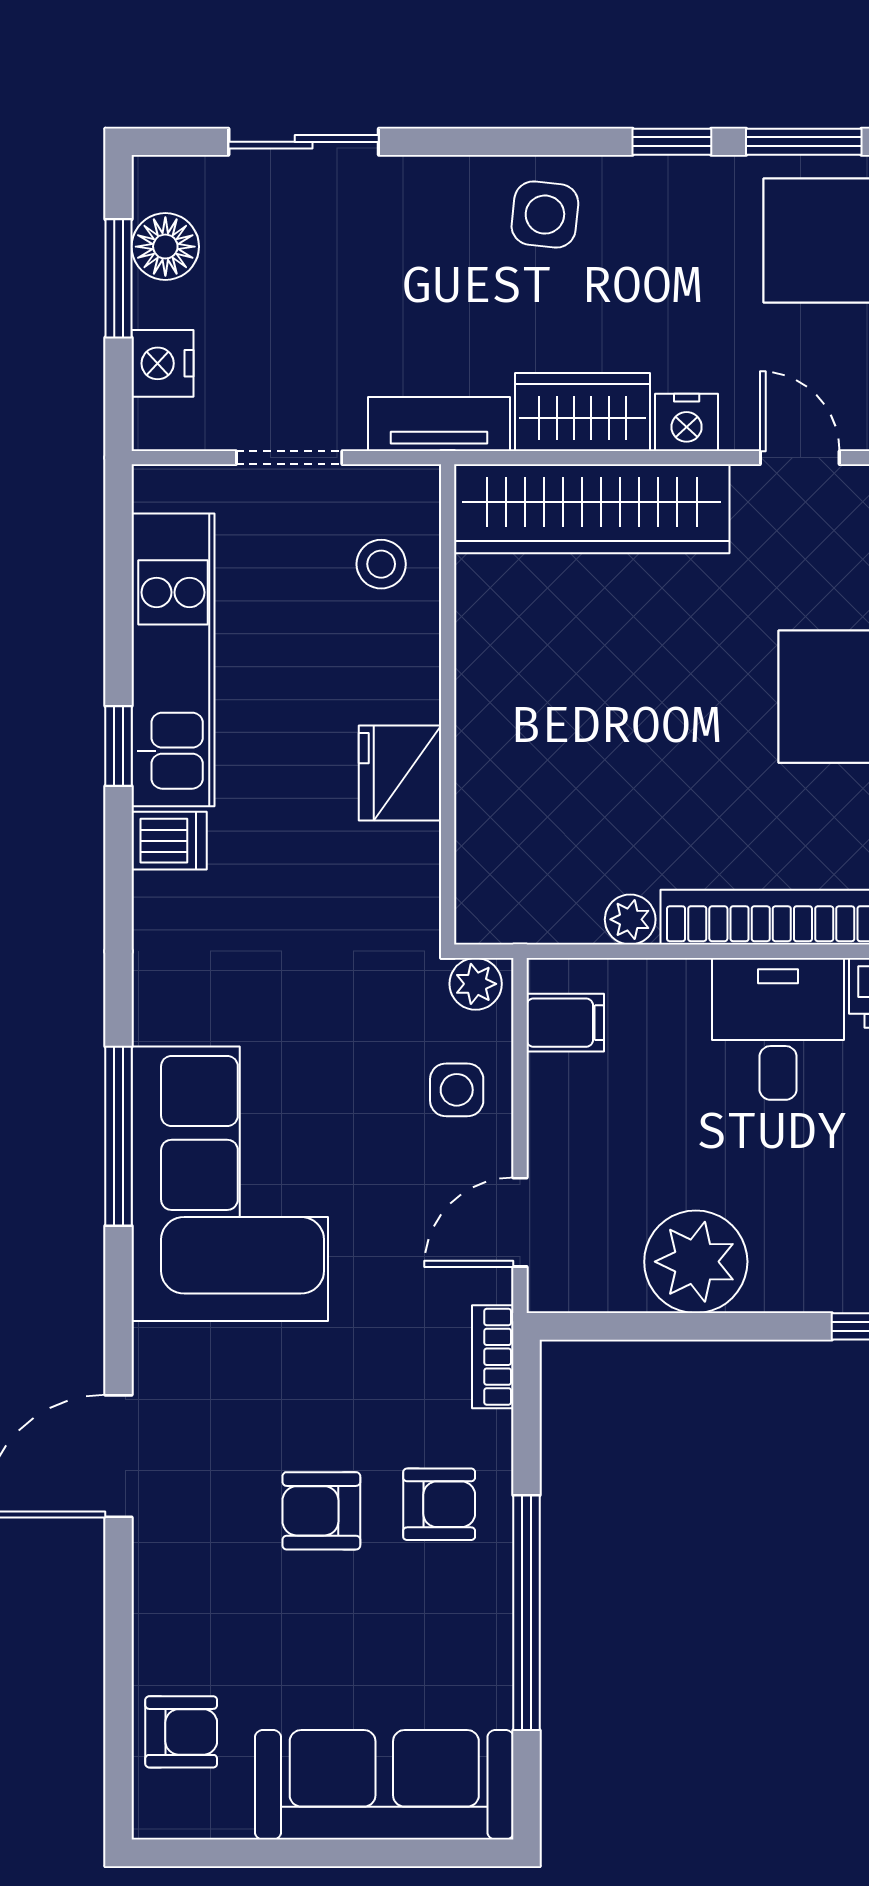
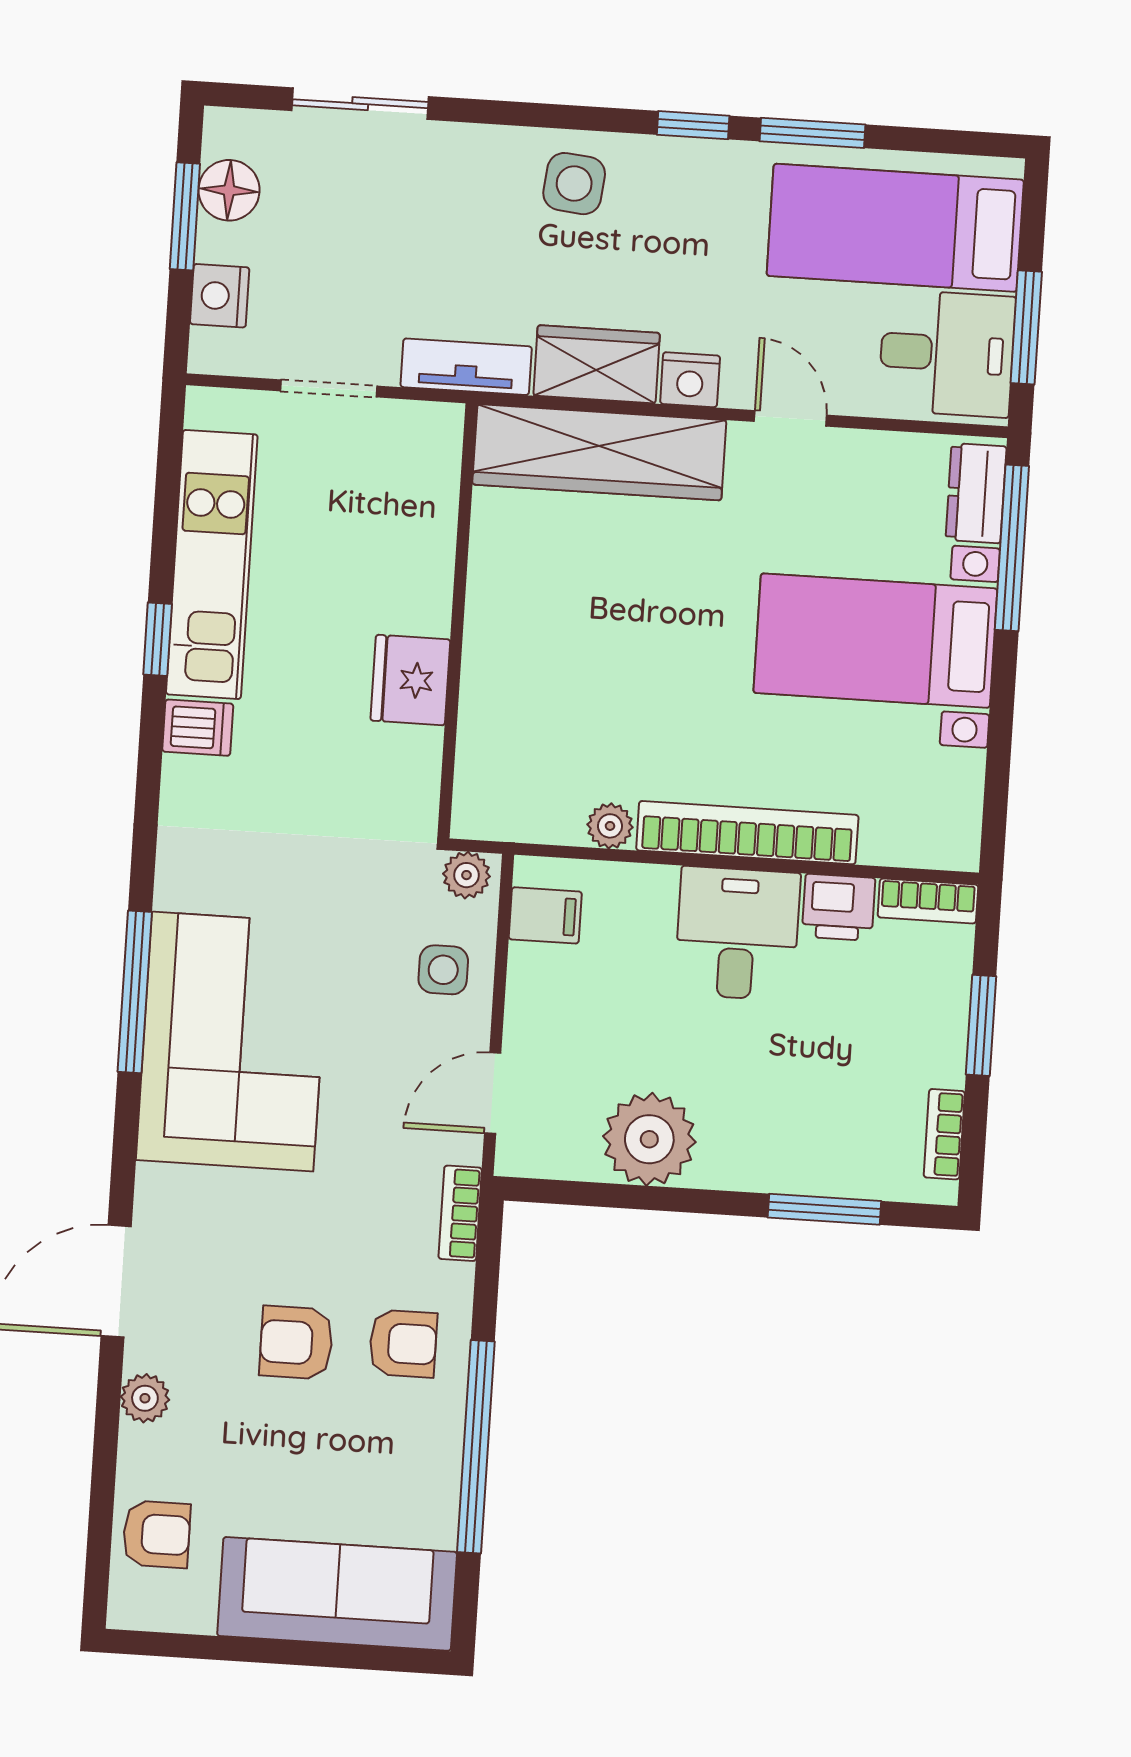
stool: (381, 564) -> (406, 490), removed
plant: (159, 1583) -> (145, 1398), added

